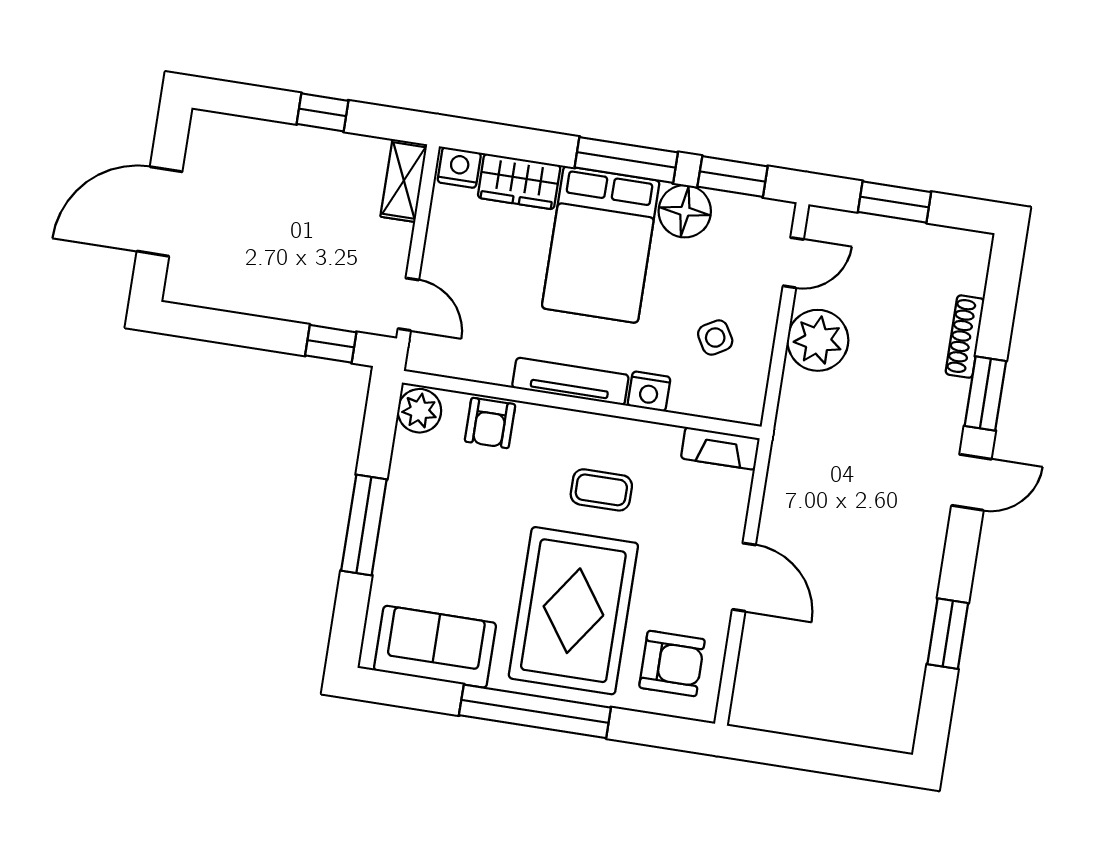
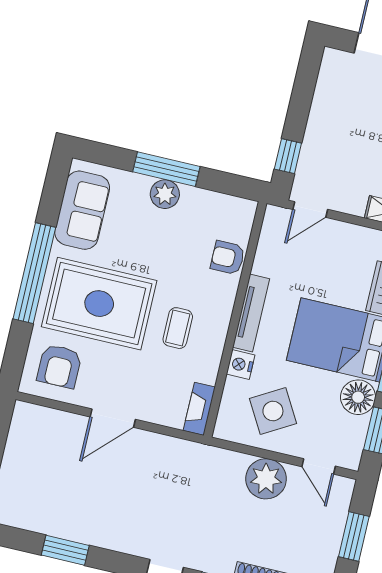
side table: (715, 338) -> (273, 411), width x1.87, depth x1.87
plant: (419, 411) -> (165, 194), moved

